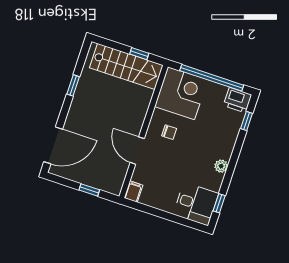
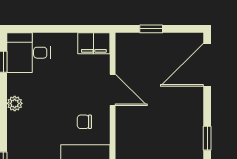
filing cabinet: (133, 192) -> (94, 43), width x2.00

